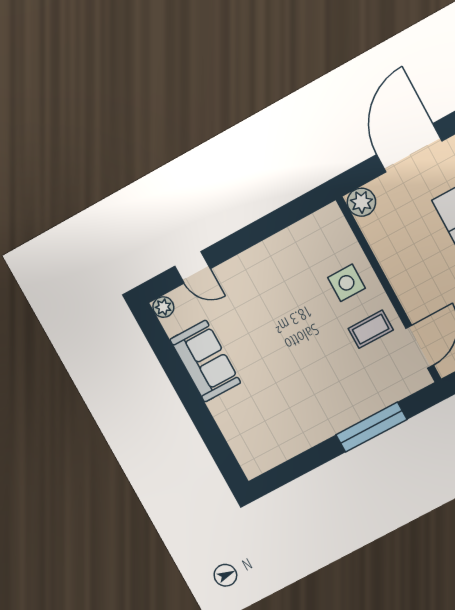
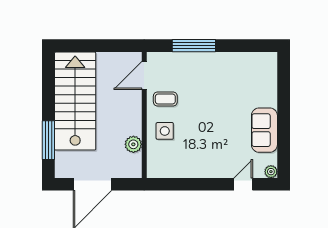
plant: (361, 202) -> (133, 144), moved
door: (192, 267) -> (243, 184), hinge flipped

